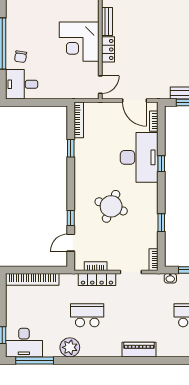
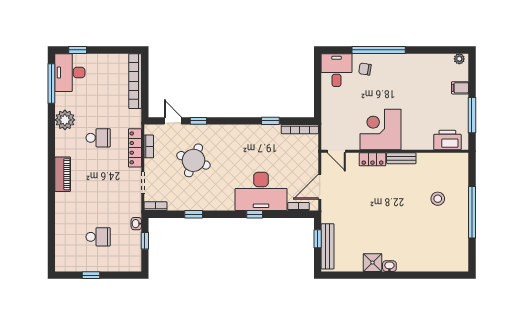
round table: (111, 206) -> (193, 160), moved
school desk: (87, 315) -> (98, 138), width x0.54
piano: (139, 350) -> (63, 174), moved

